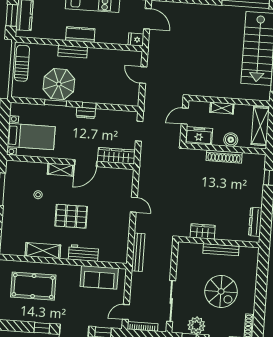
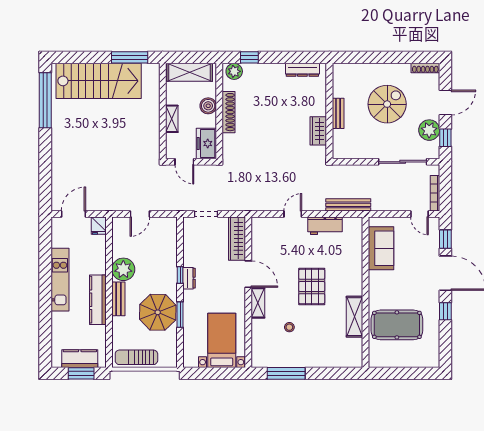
kitchen counter: (80, 35) -> (98, 300), width x1.50
plant: (97, 58) -> (123, 269), added
plant: (258, 164) -> (234, 71), added
bench: (221, 250) -> (338, 113), width x0.73
workbench: (83, 253) -> (325, 226), moved, turned -90
pool table: (33, 286) -> (397, 325), turned 90

